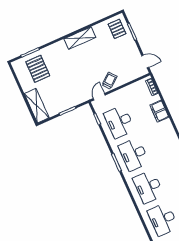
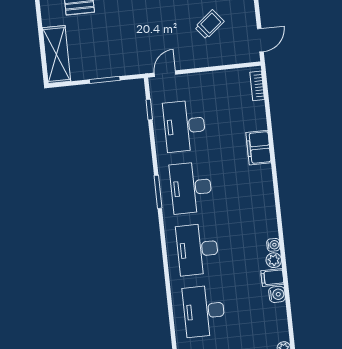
door: (145, 61) -> (260, 40), hinge flipped
trolley: (110, 81) -> (209, 24), moved
filing cabinet: (159, 111) -> (258, 148), moved

